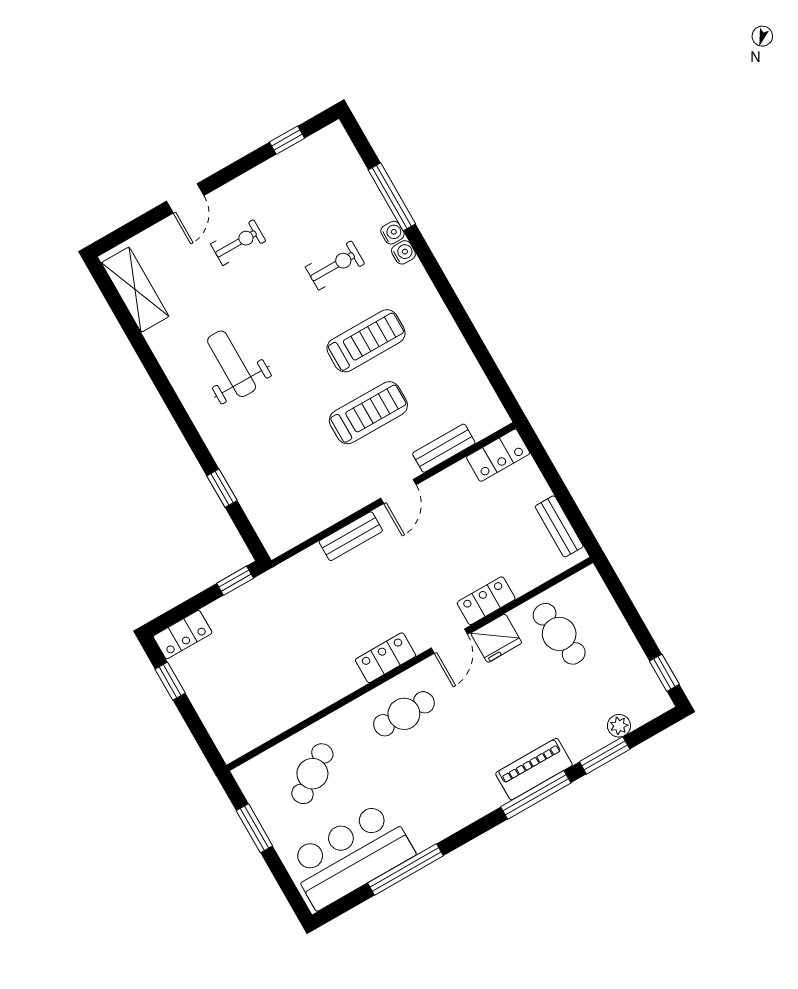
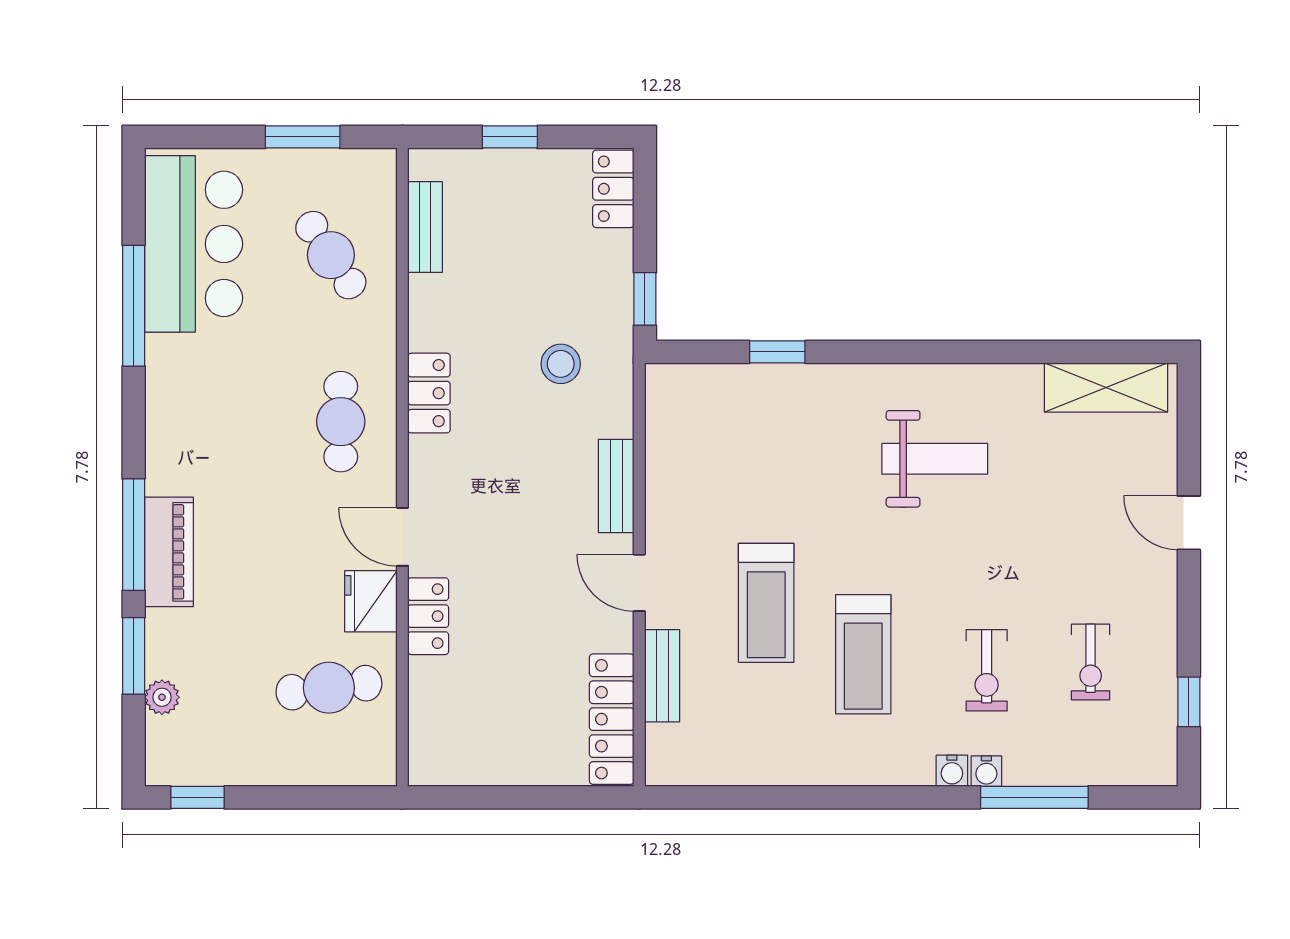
exercise bike: (238, 243) -> (1091, 662), moved
locker: (498, 455) -> (612, 719), width x1.53
bench: (559, 526) -> (425, 227), moved, turned 90
stool: (299, 607) -> (561, 364), added
locker: (385, 658) -> (429, 393), moved
window: (170, 681) -> (510, 137), moved

